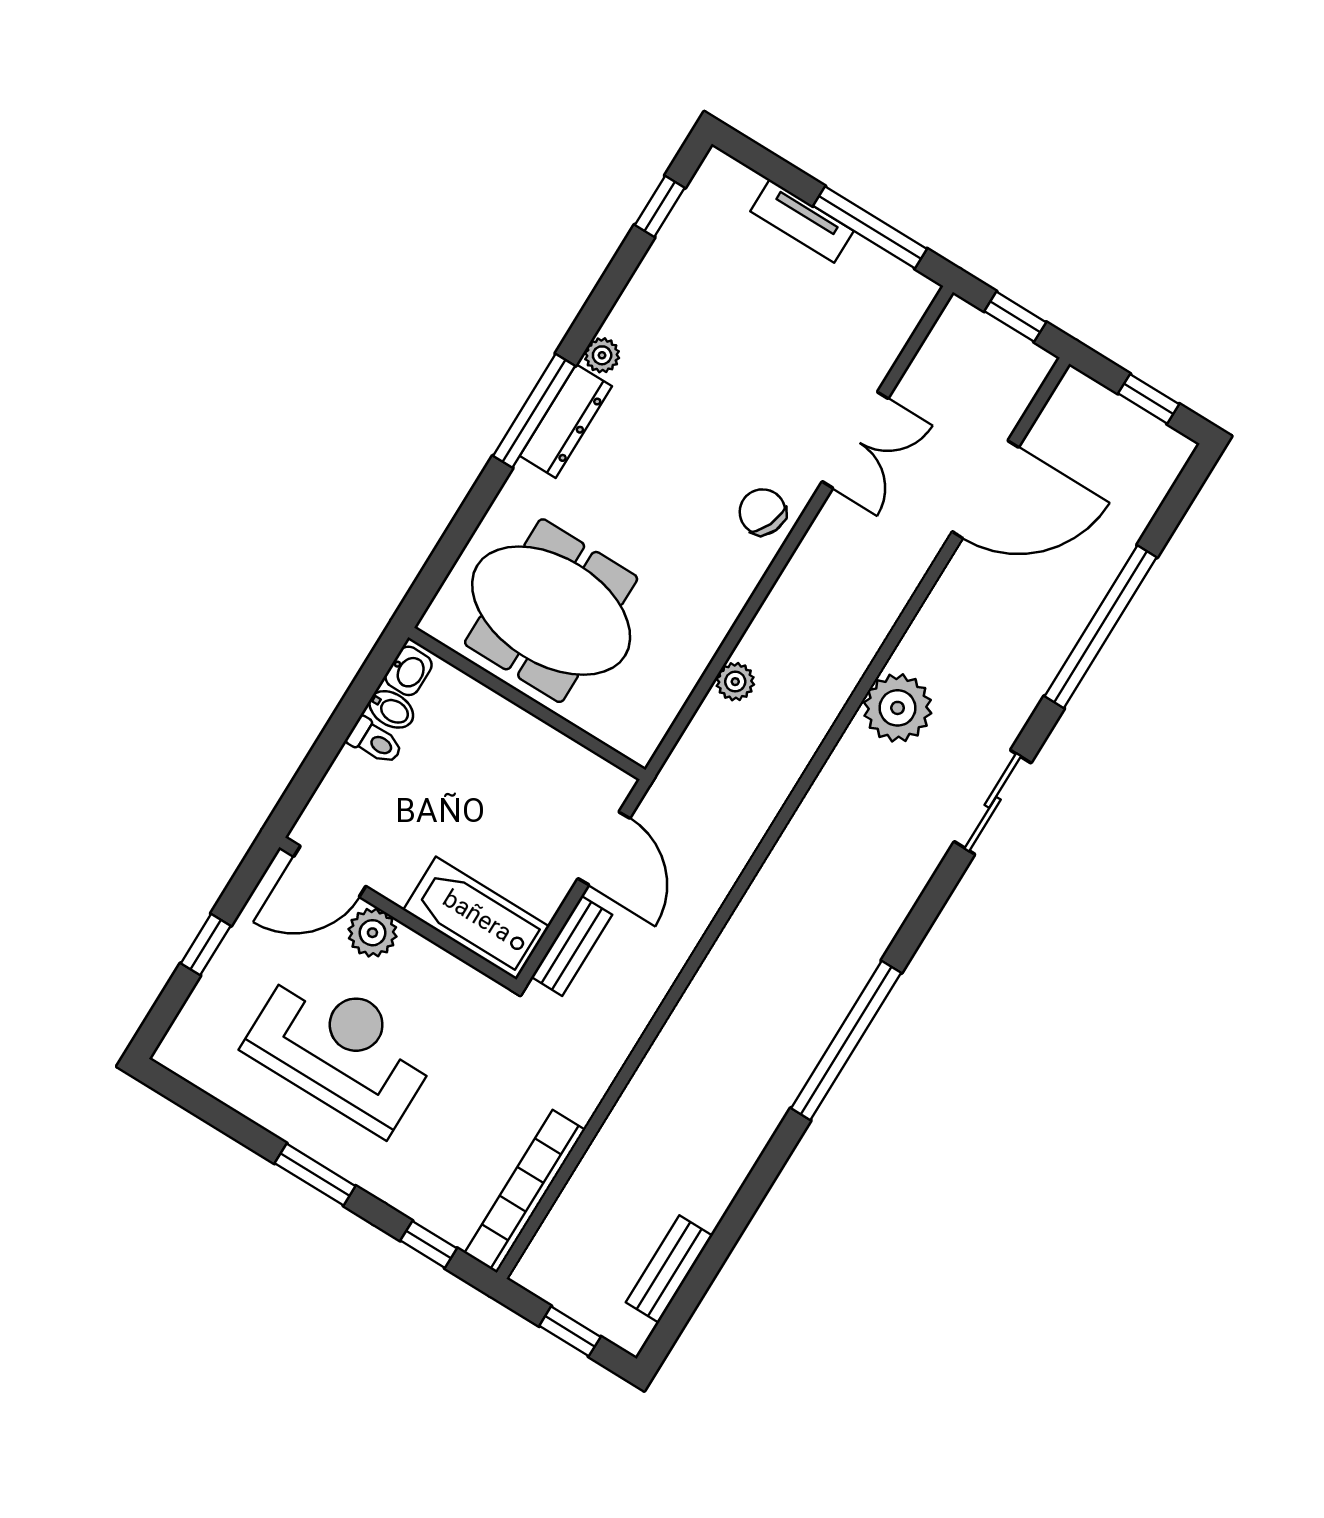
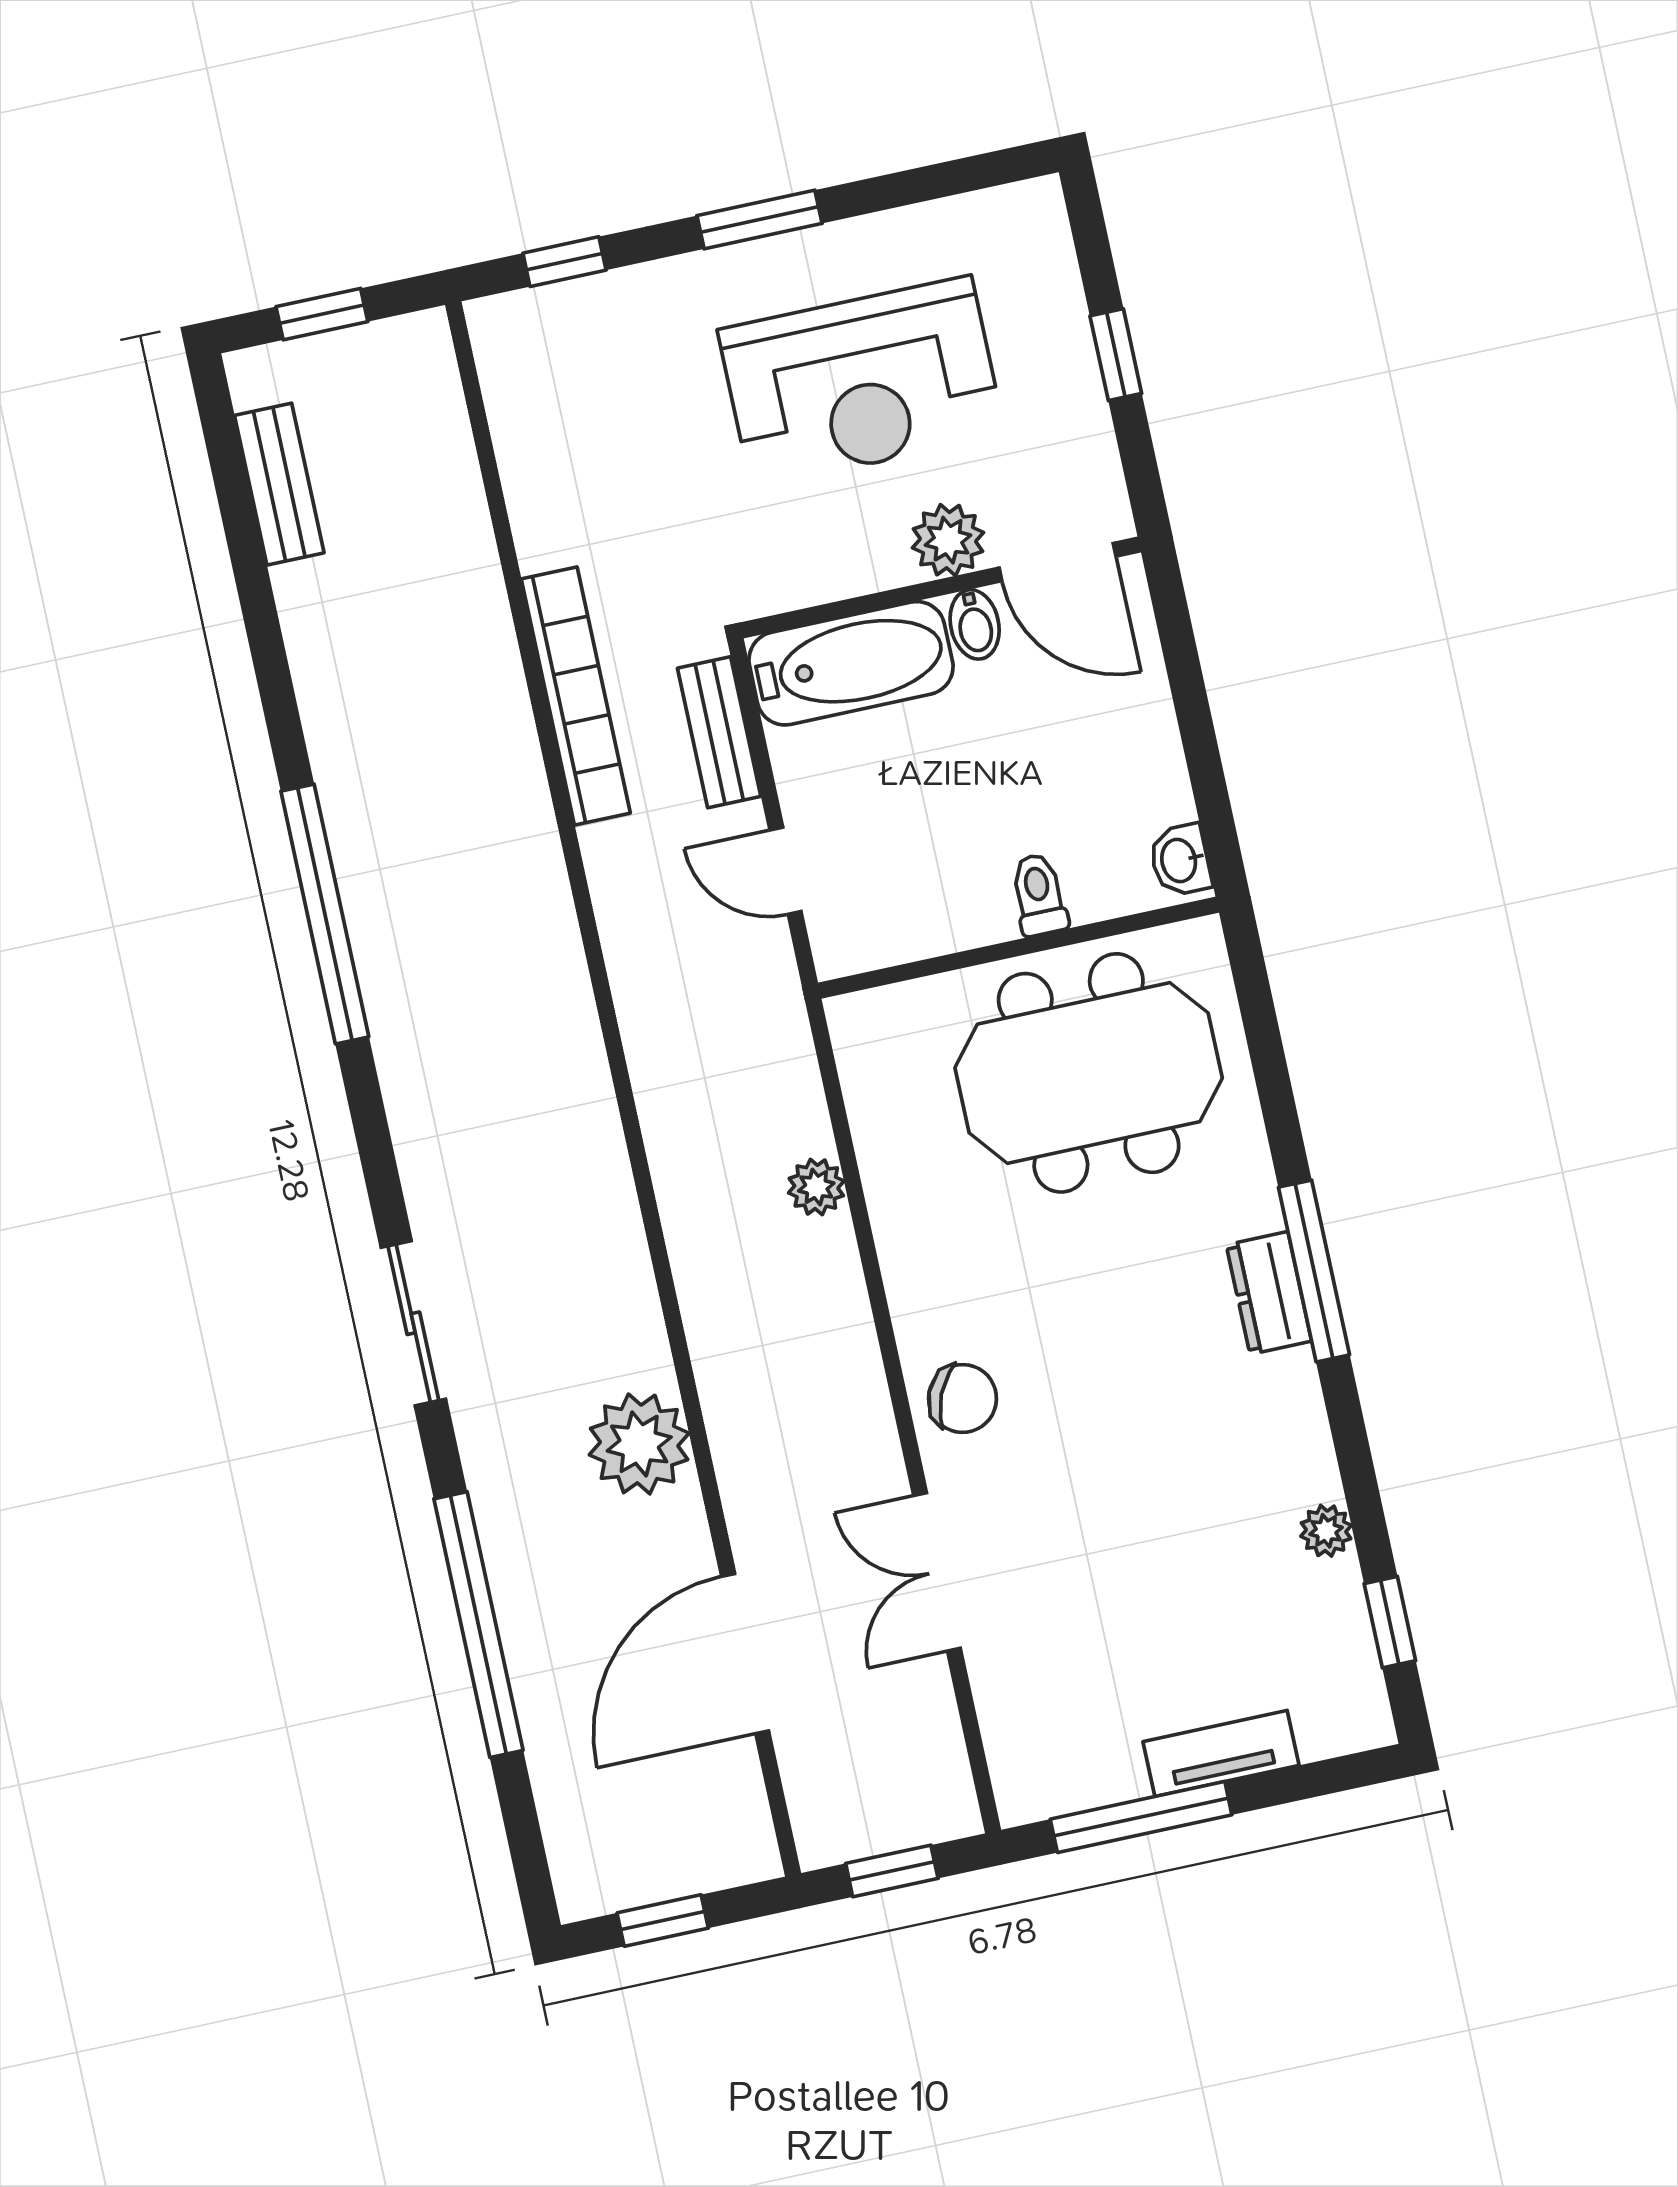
plant: (602, 355) -> (1326, 1531), moved
dresser: (566, 421) -> (1269, 1293), width x0.70
plant: (898, 708) -> (639, 1444), moved
bidet: (391, 709) -> (975, 624), moved, turned -90
toilet: (375, 741) -> (1039, 895), moved, turned 90
door: (604, 848) -> (785, 871), width x0.73
door: (330, 871) -> (1058, 562), swing flipped
bookcase: (525, 1191) -> (576, 696), moved

